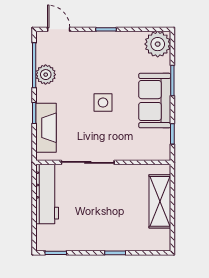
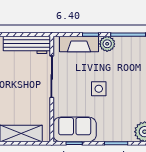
plant: (46, 75) -> (107, 44), moved
sofa: (155, 101) -> (75, 129), moved

